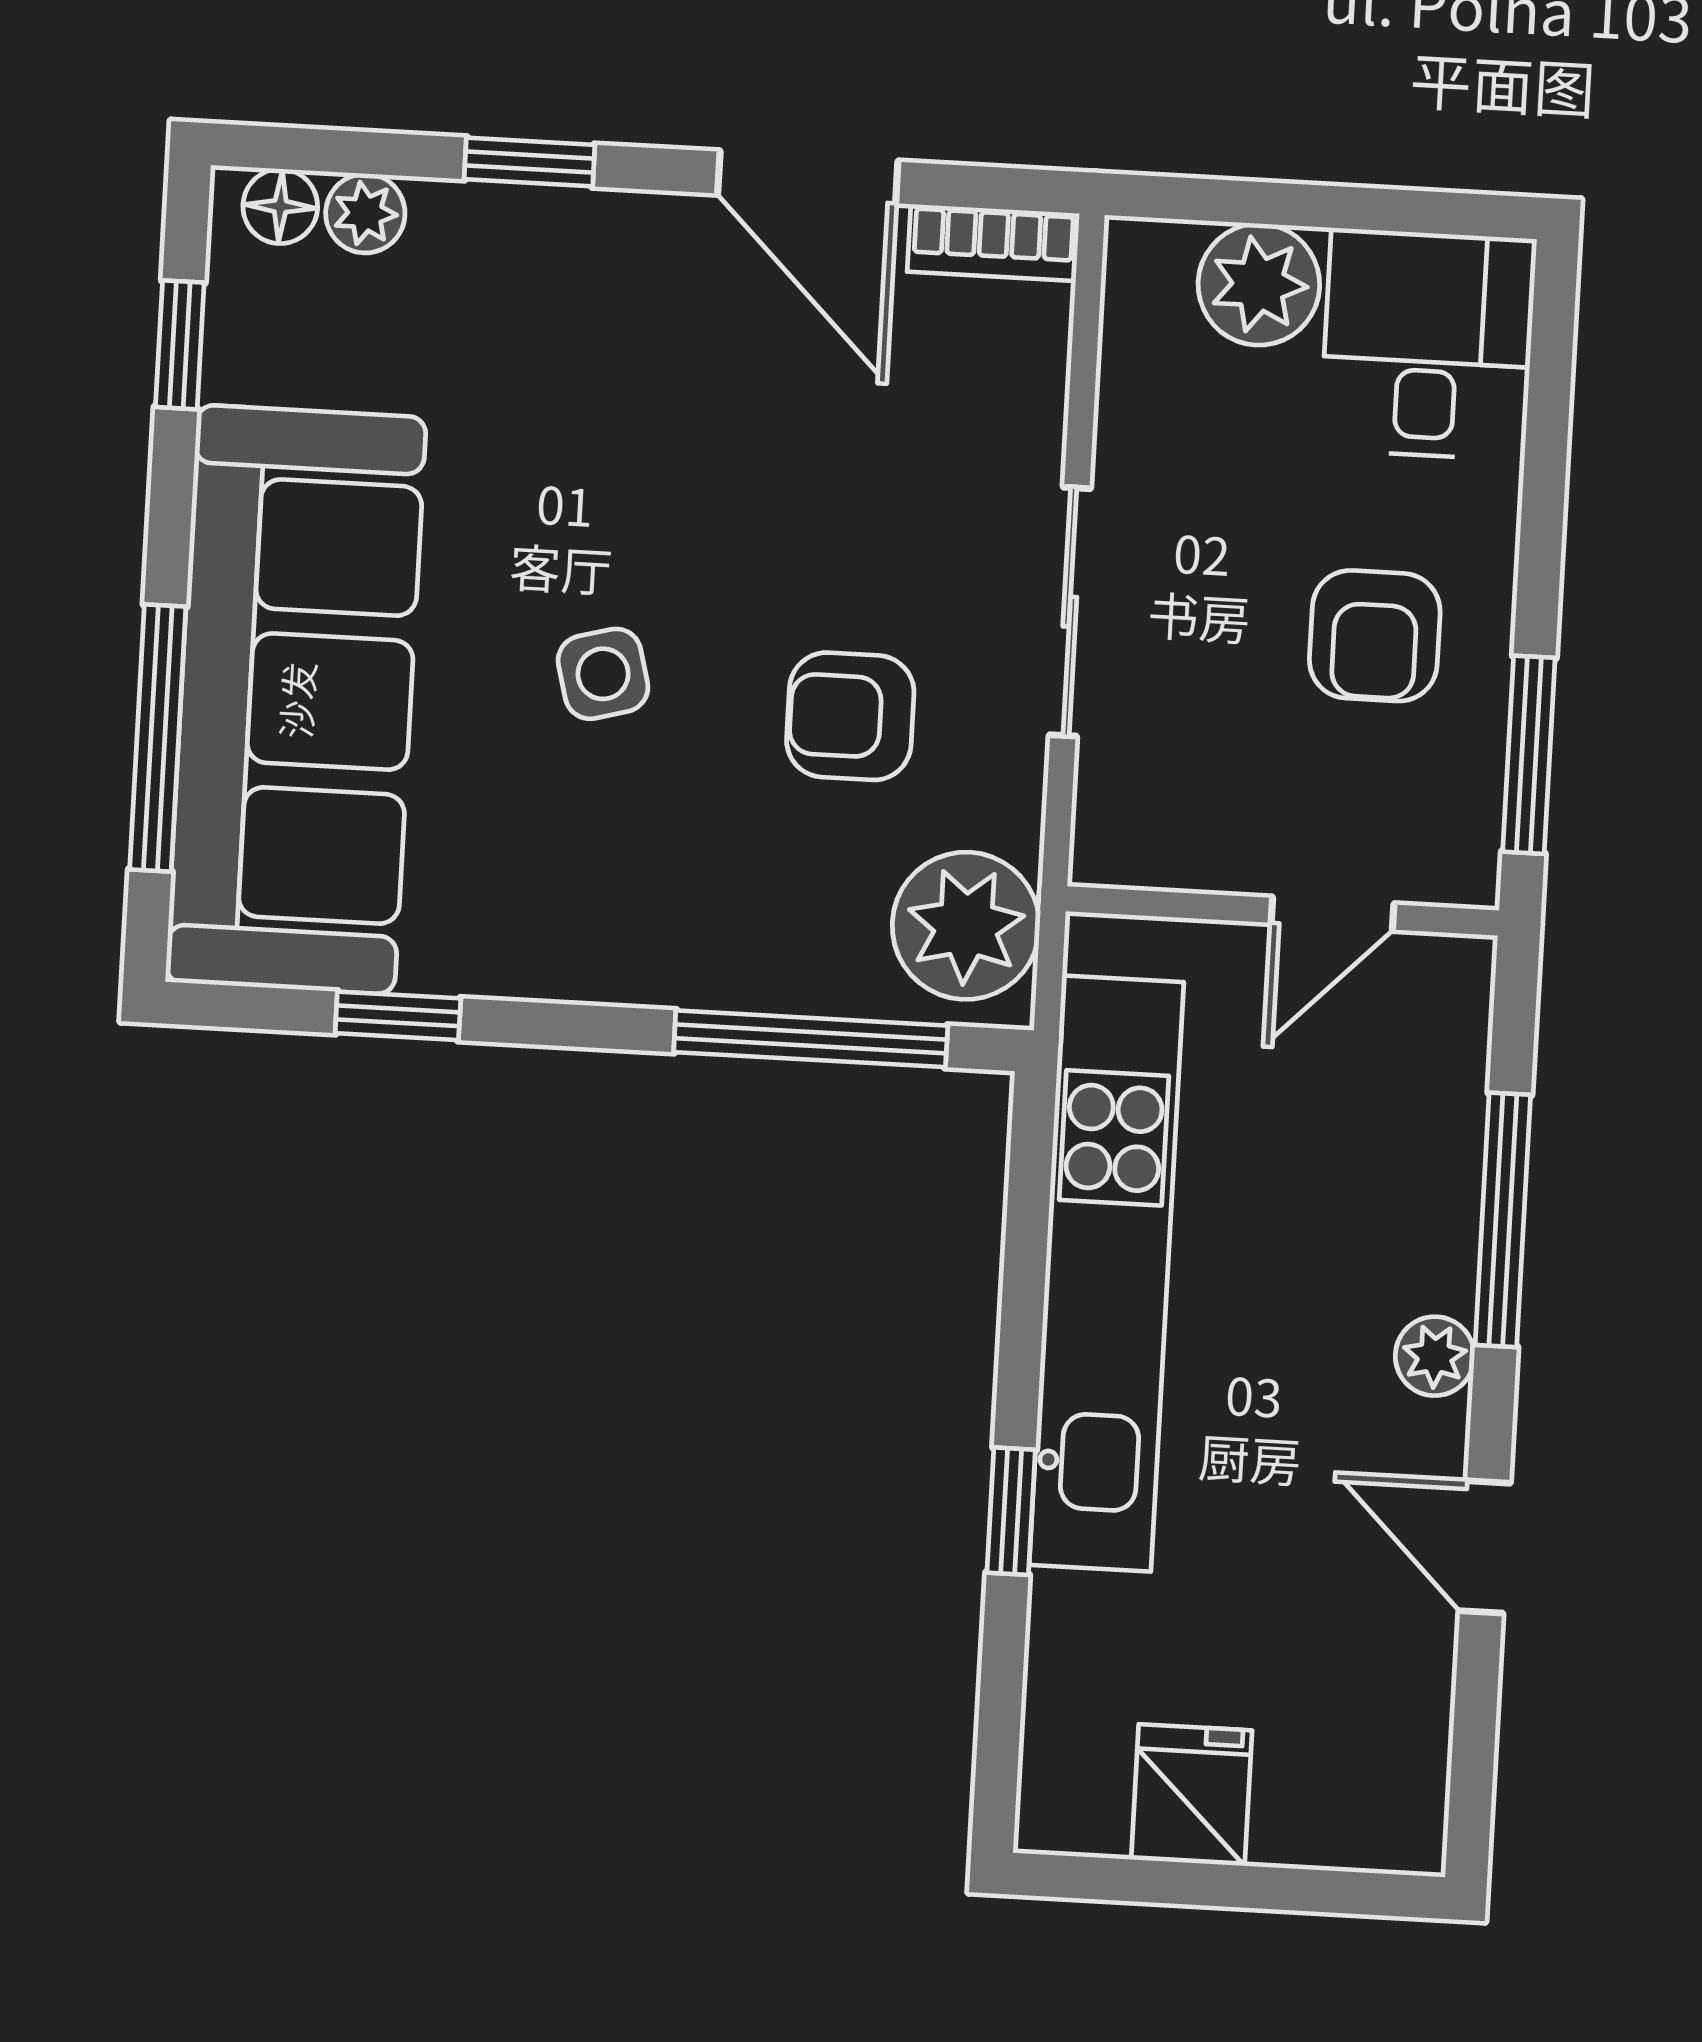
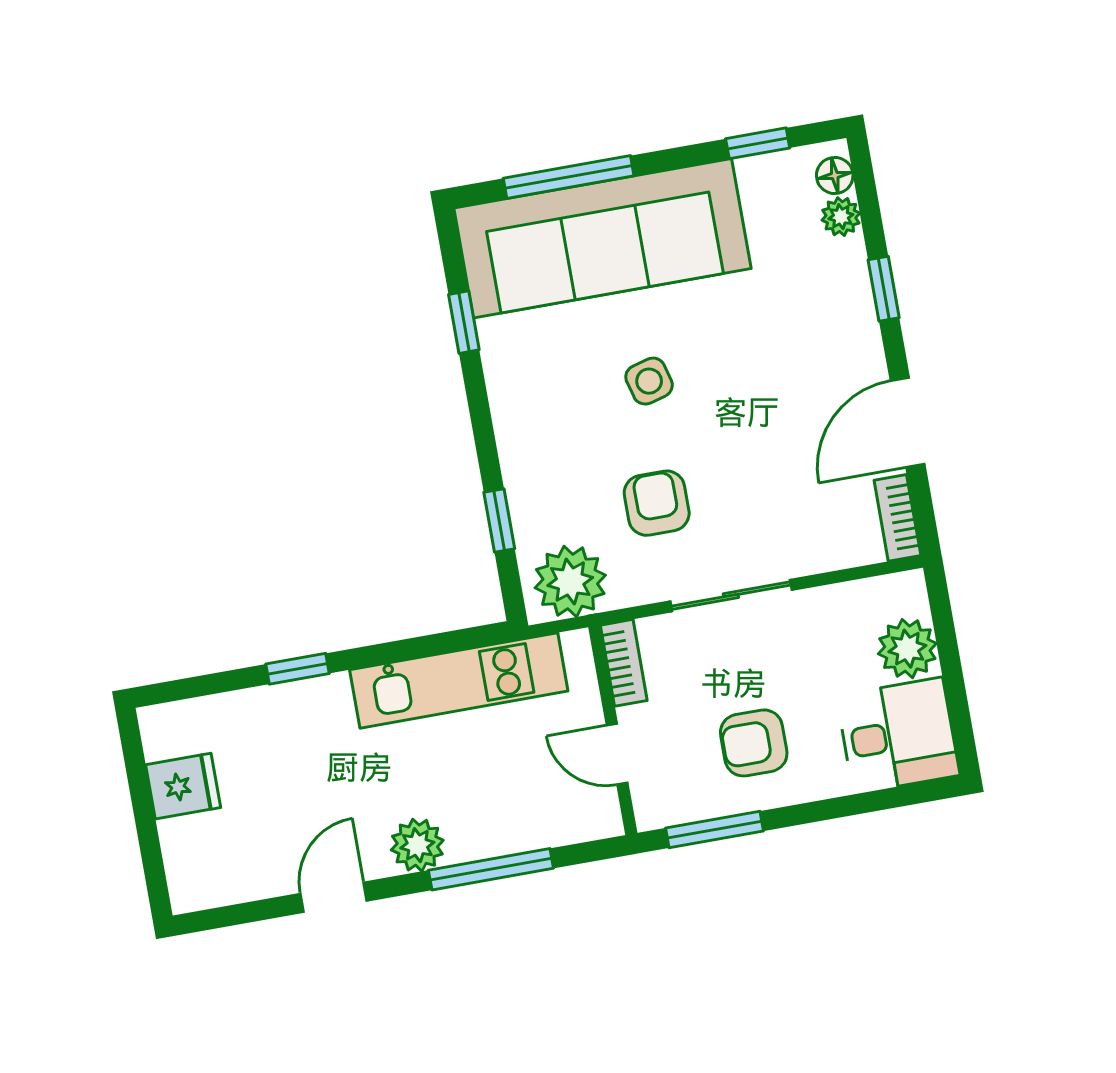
bookcase: (1153, 857) -> (624, 663), added
window: (811, 1039) -> (499, 521), width x0.46
kitchen unit: (1106, 1273) -> (459, 680), width x0.73
plant: (1435, 1356) -> (417, 845), width x1.38, depth x1.38

